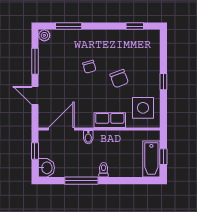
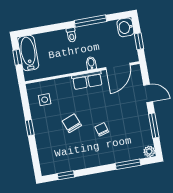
side table: (143, 108) -> (45, 100), width x0.54, depth x0.54
row of seats: (110, 120) -> (87, 80), moved

